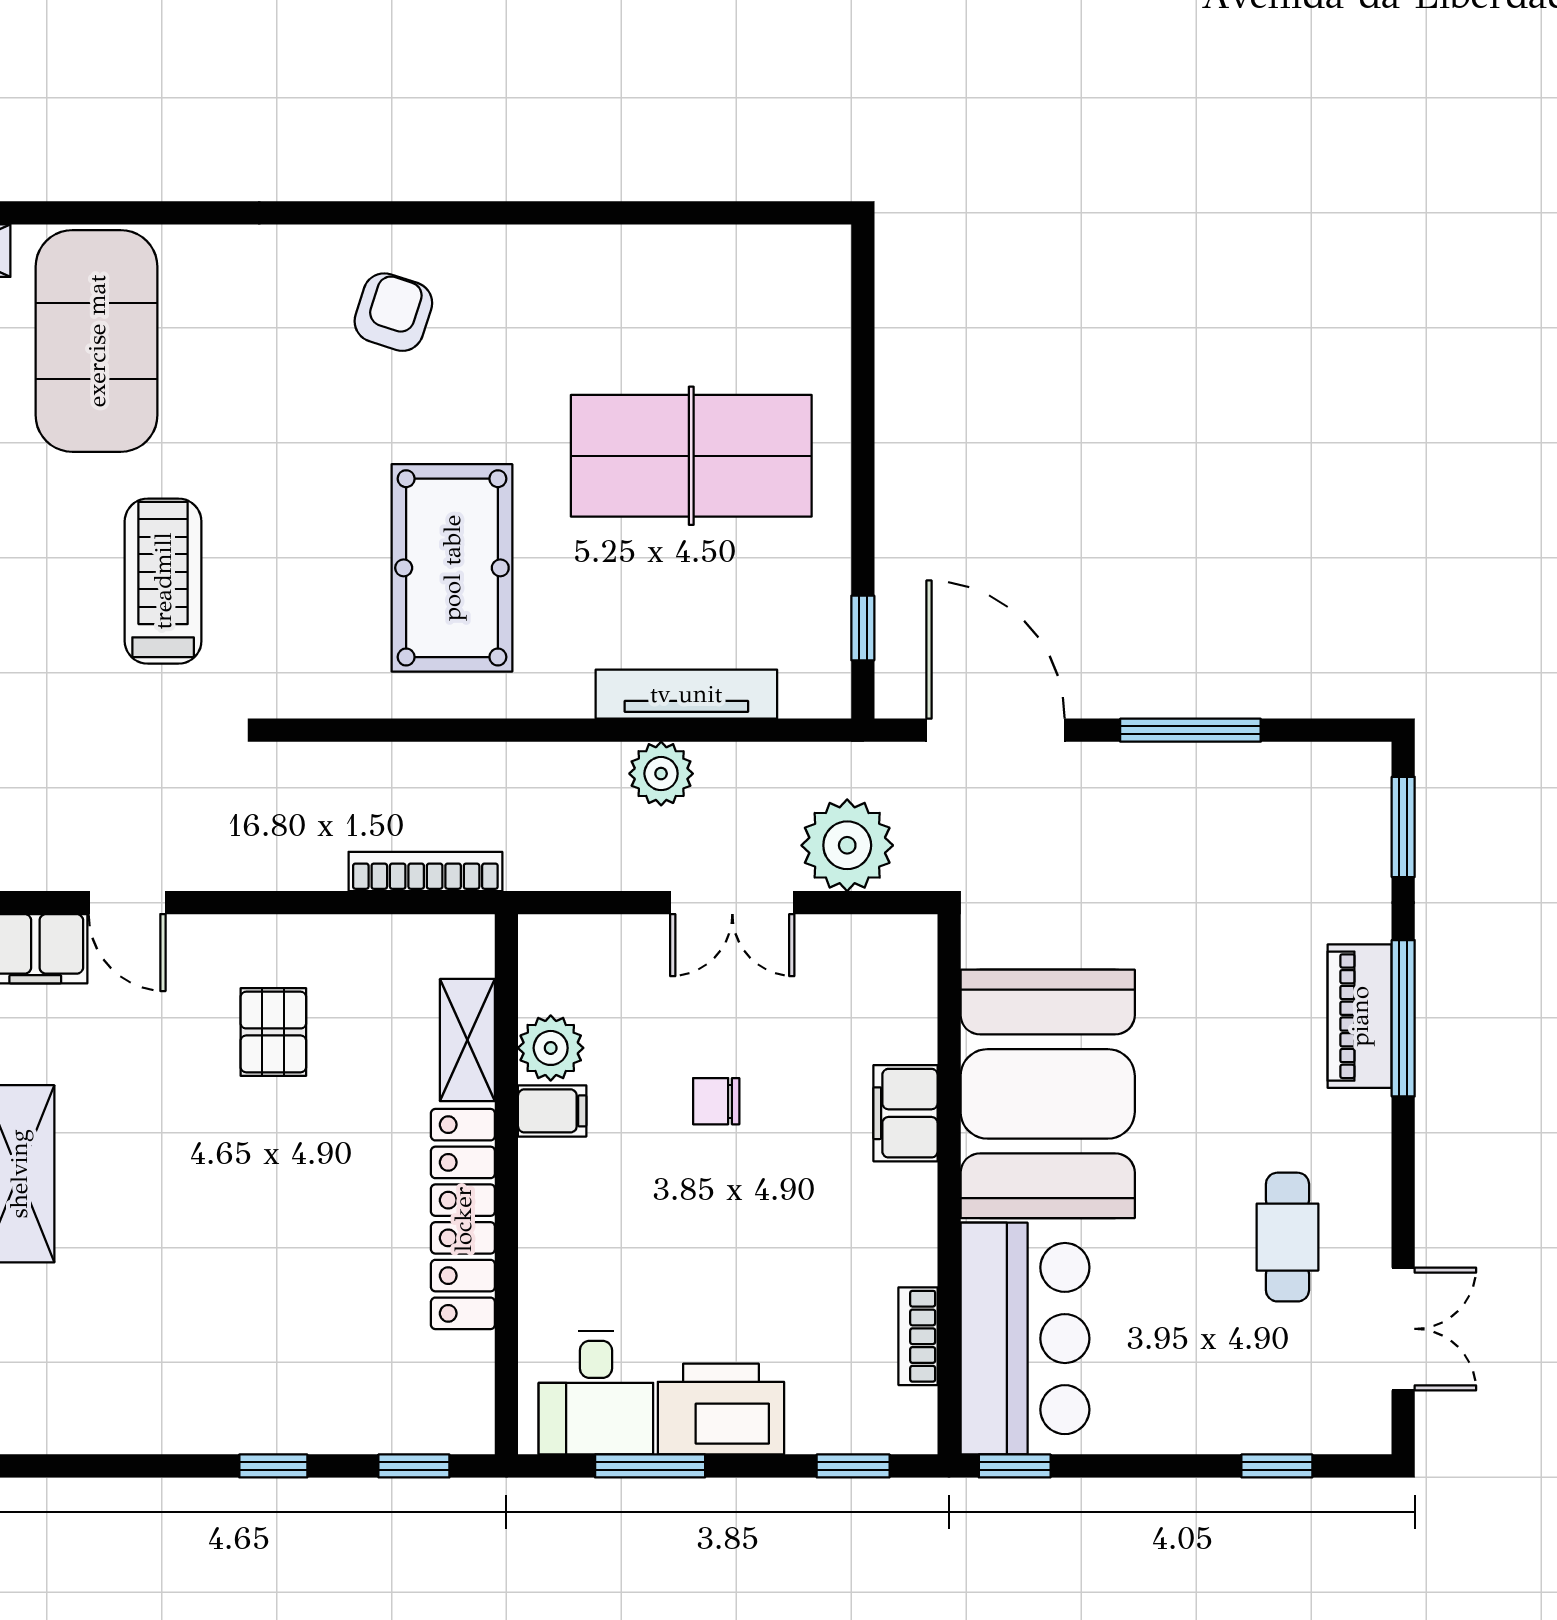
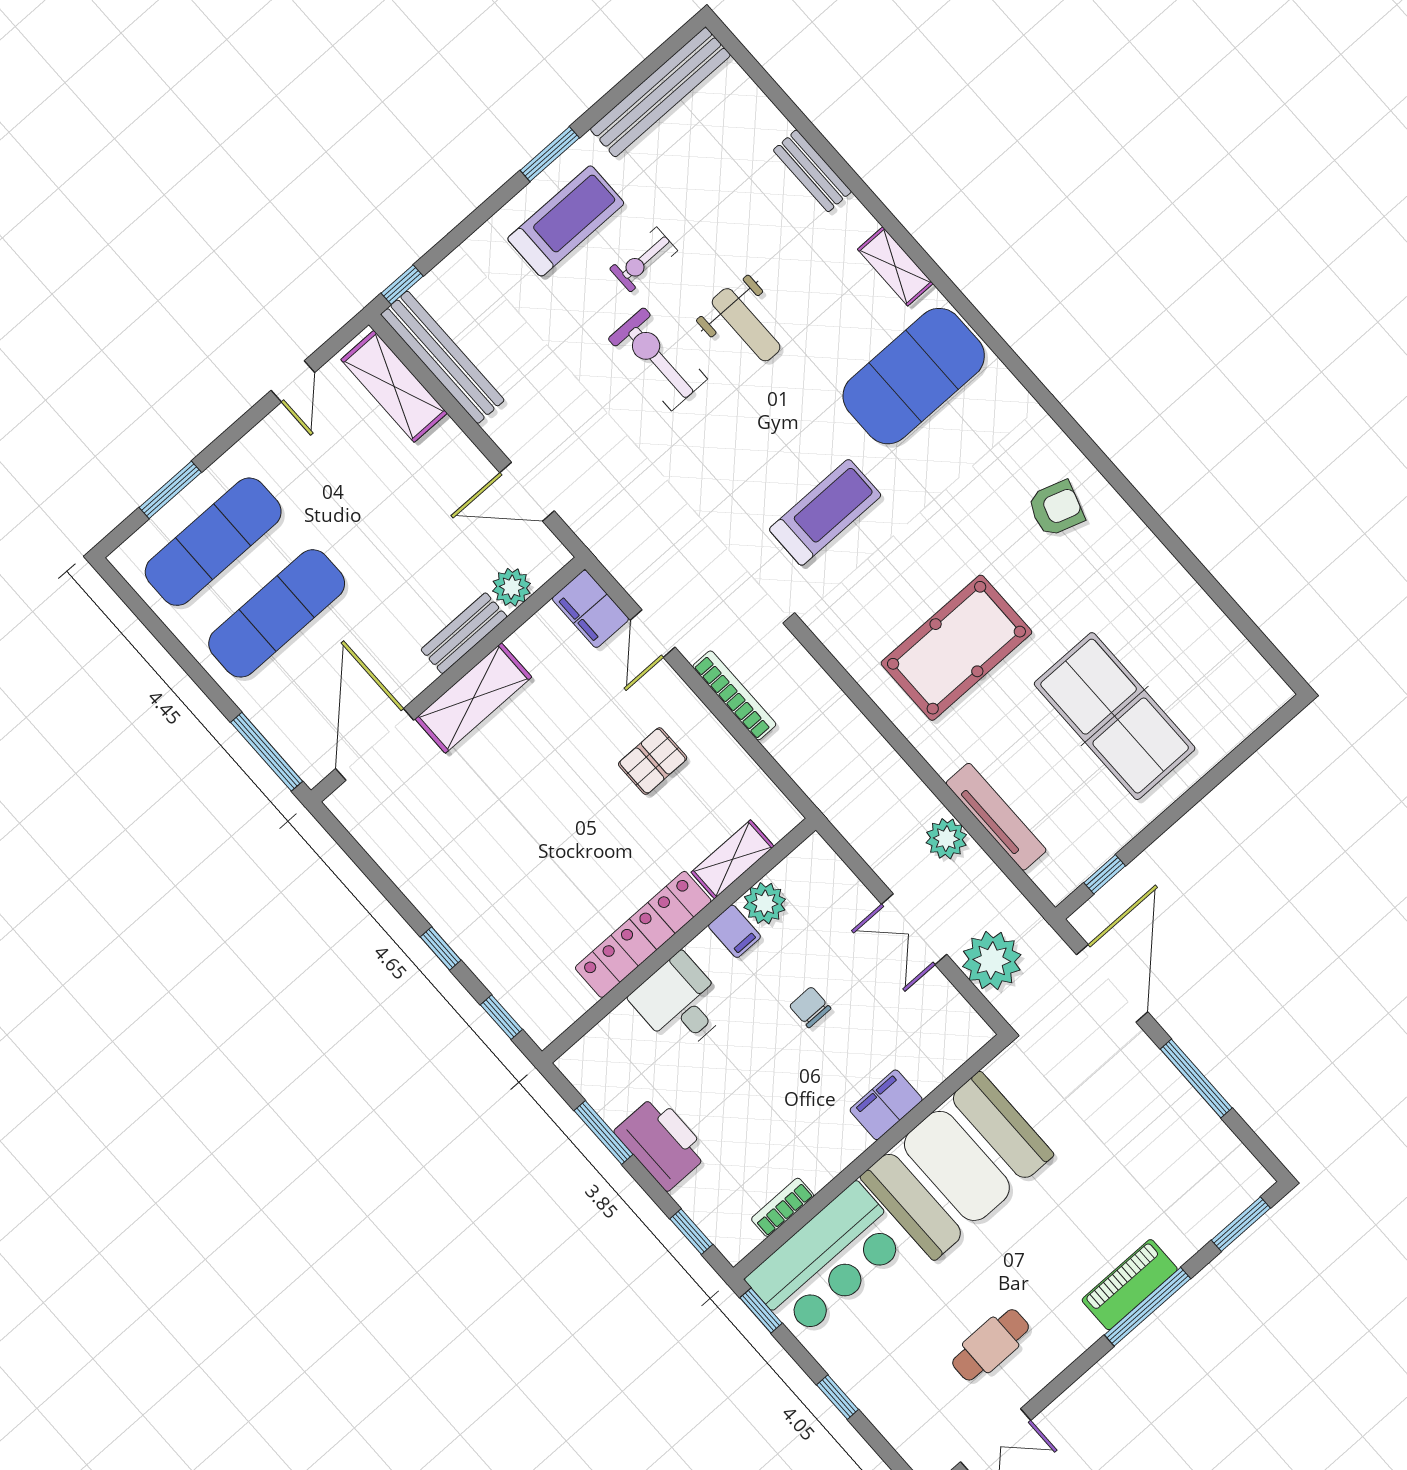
bookcase: (425, 871) -> (734, 695), moved
desk: (596, 1393) -> (680, 1003), moved, turned 90
window: (1277, 1466) -> (838, 1397), moved

